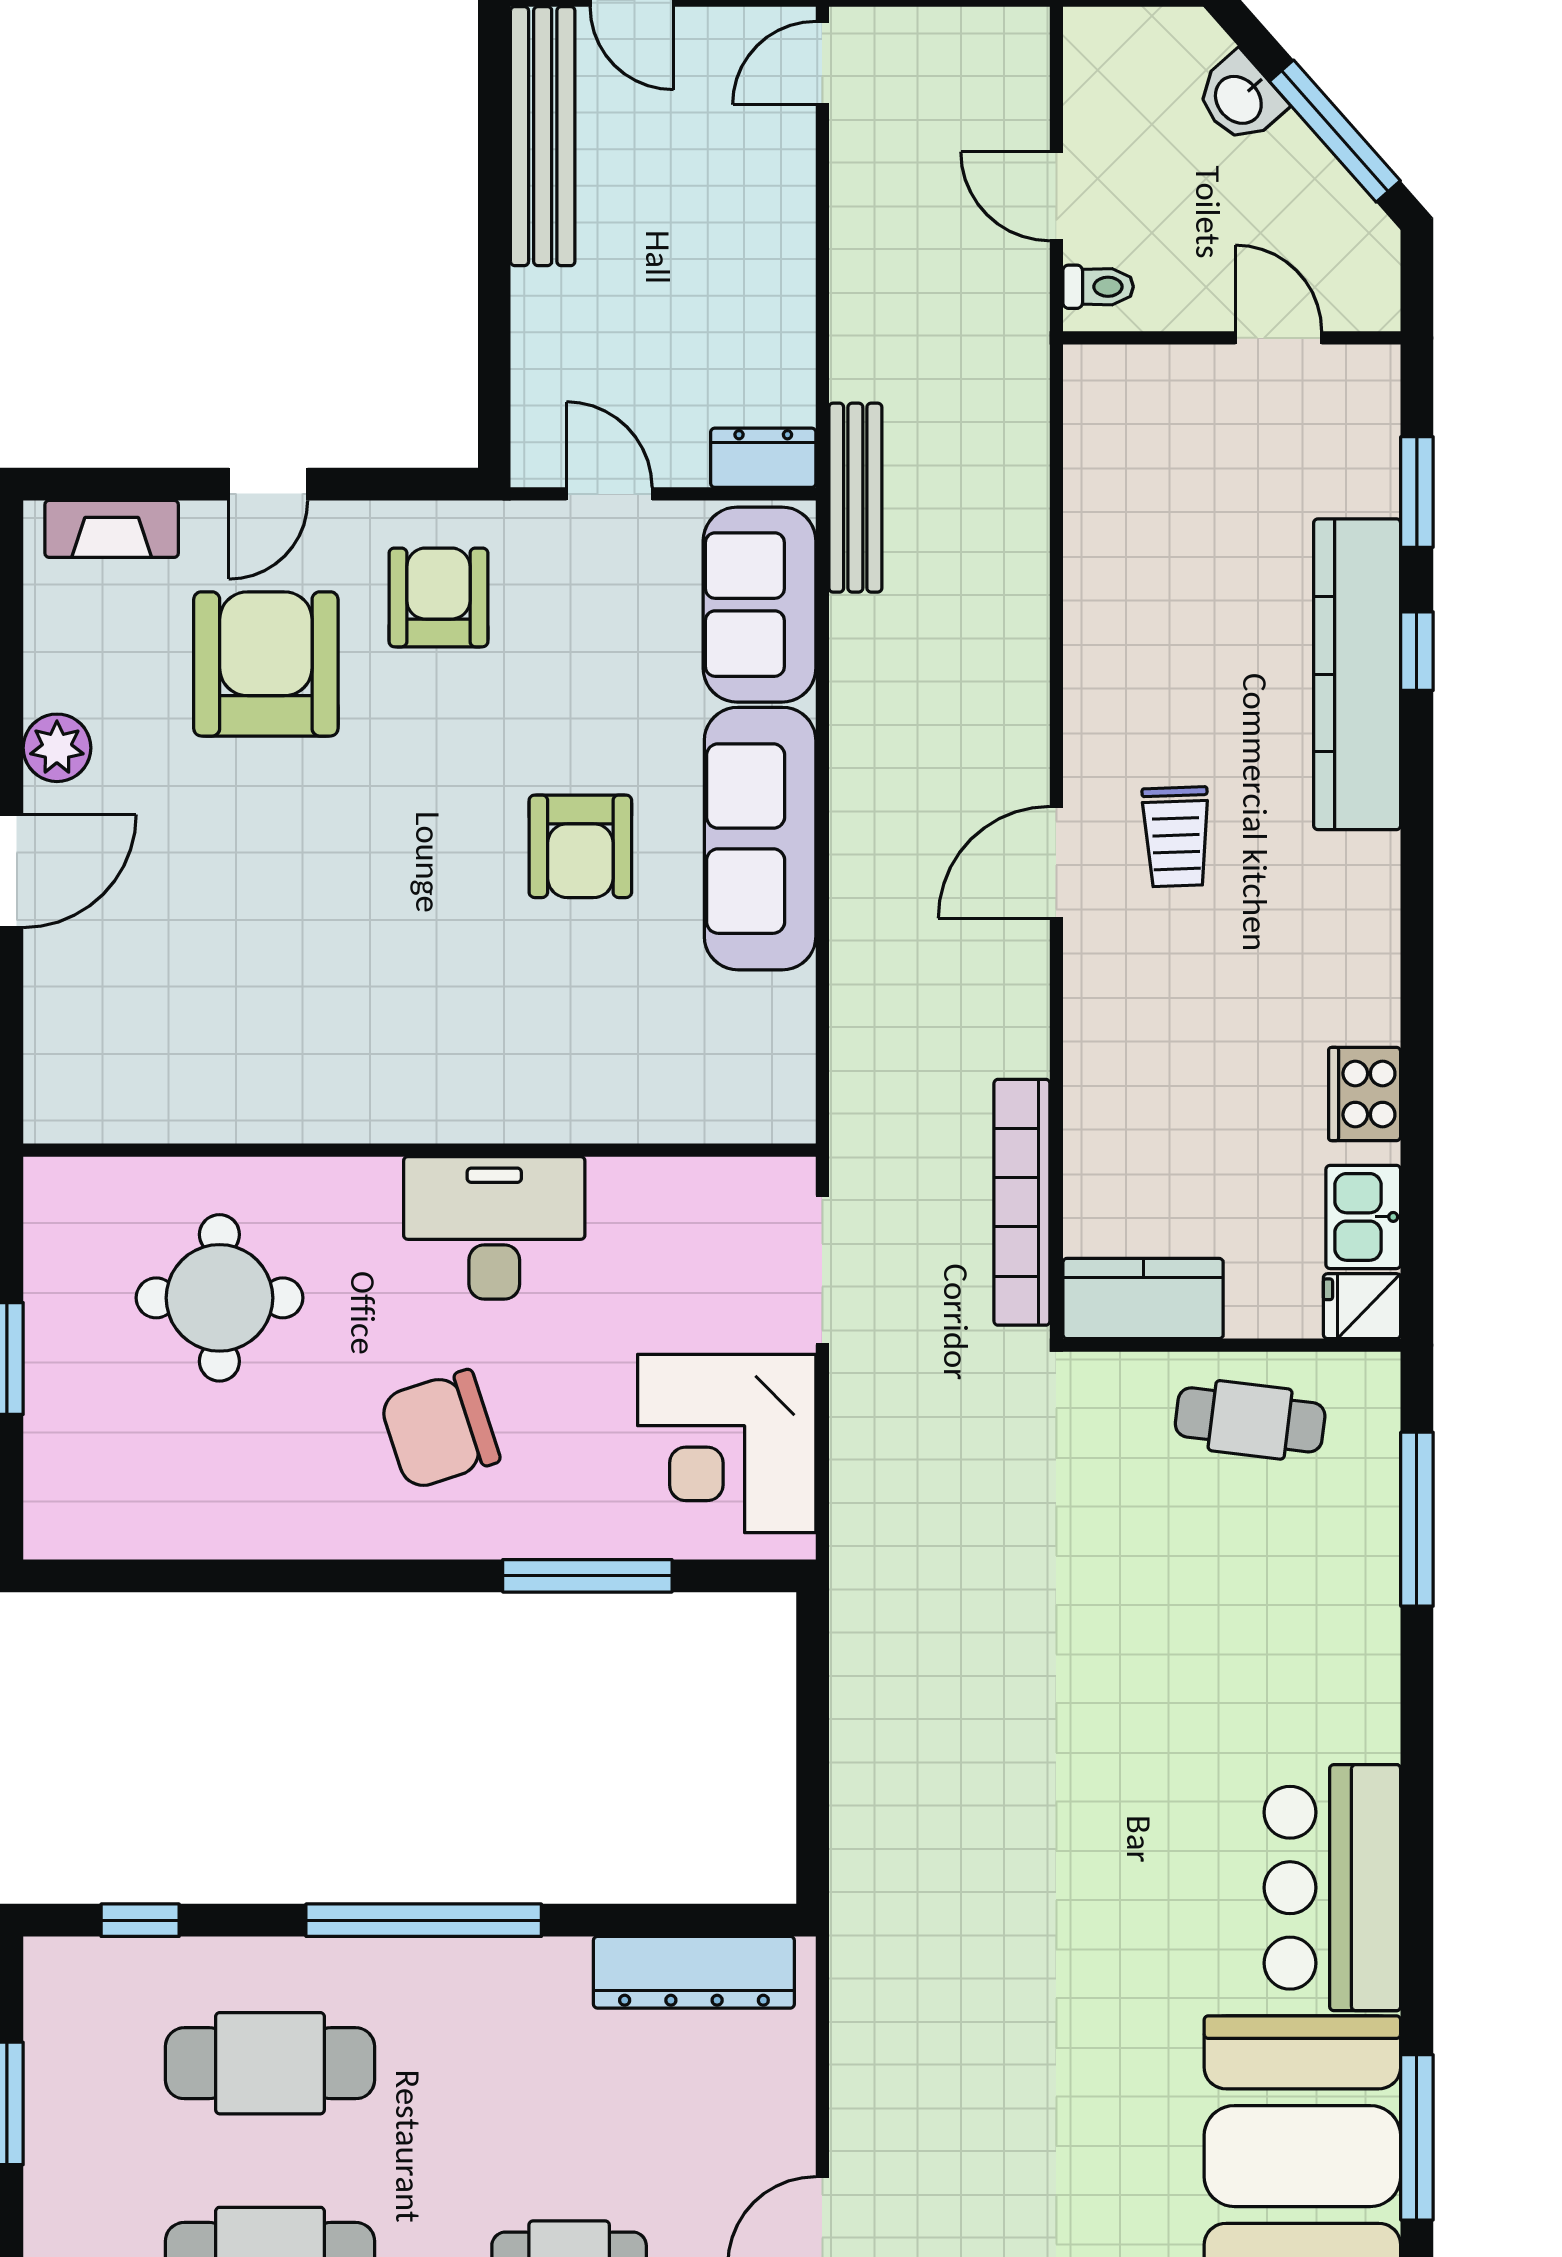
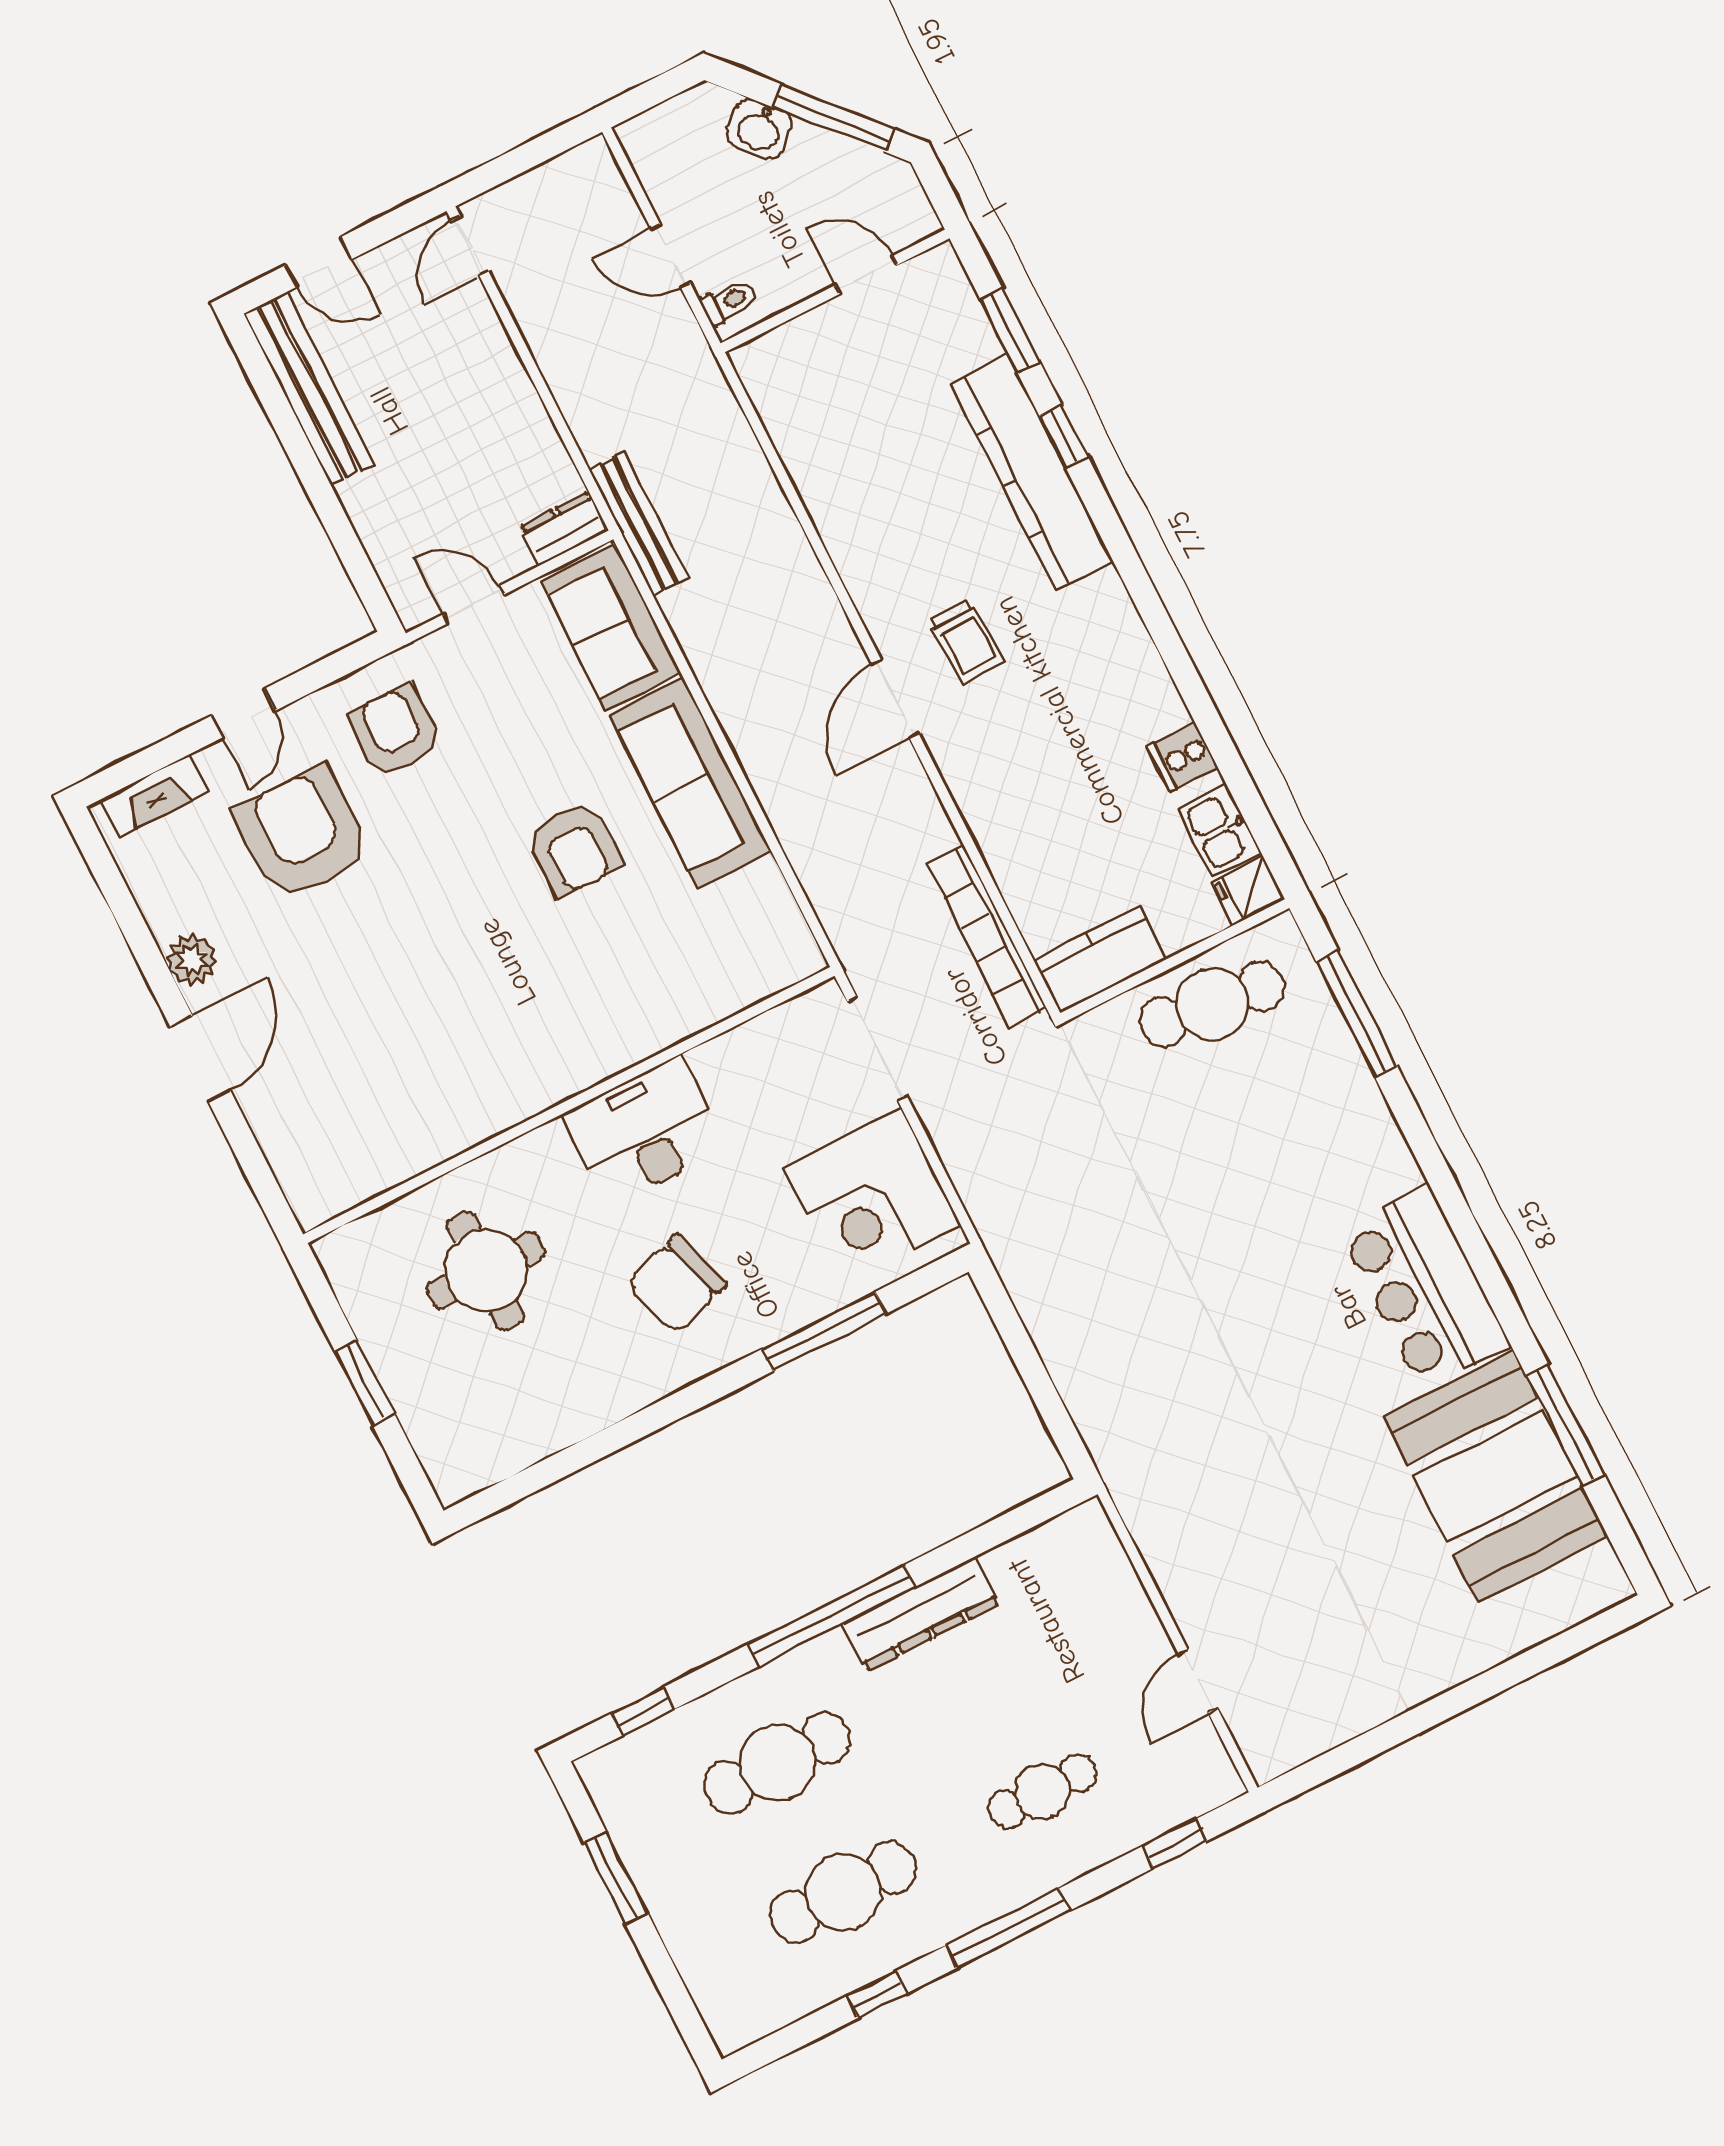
cooker: (1365, 1094) -> (1183, 757), width x0.73
cafe table: (1250, 1420) -> (1212, 1004), width x1.37, depth x1.35
dresser: (694, 1972) -> (921, 1614), moved

